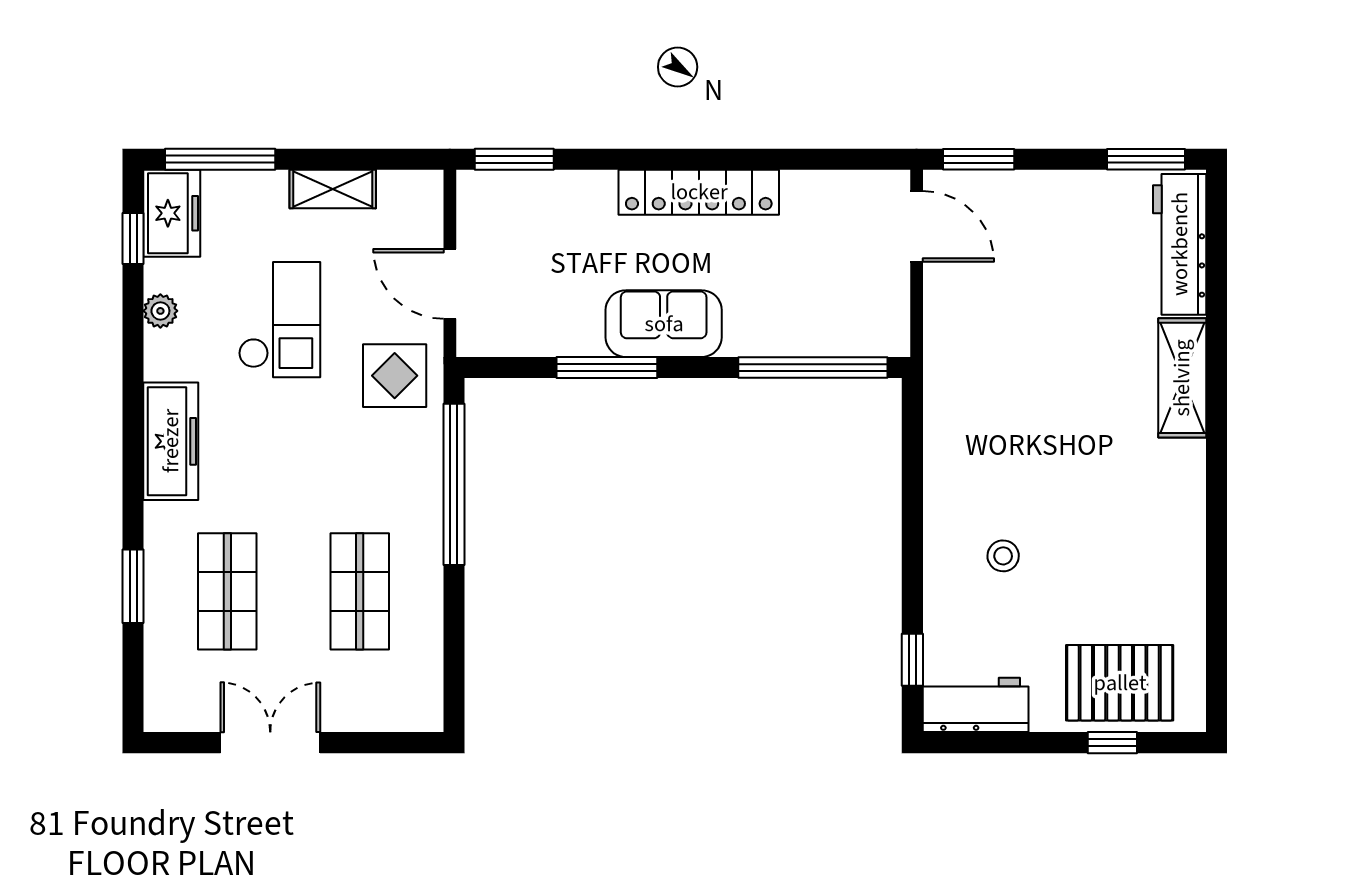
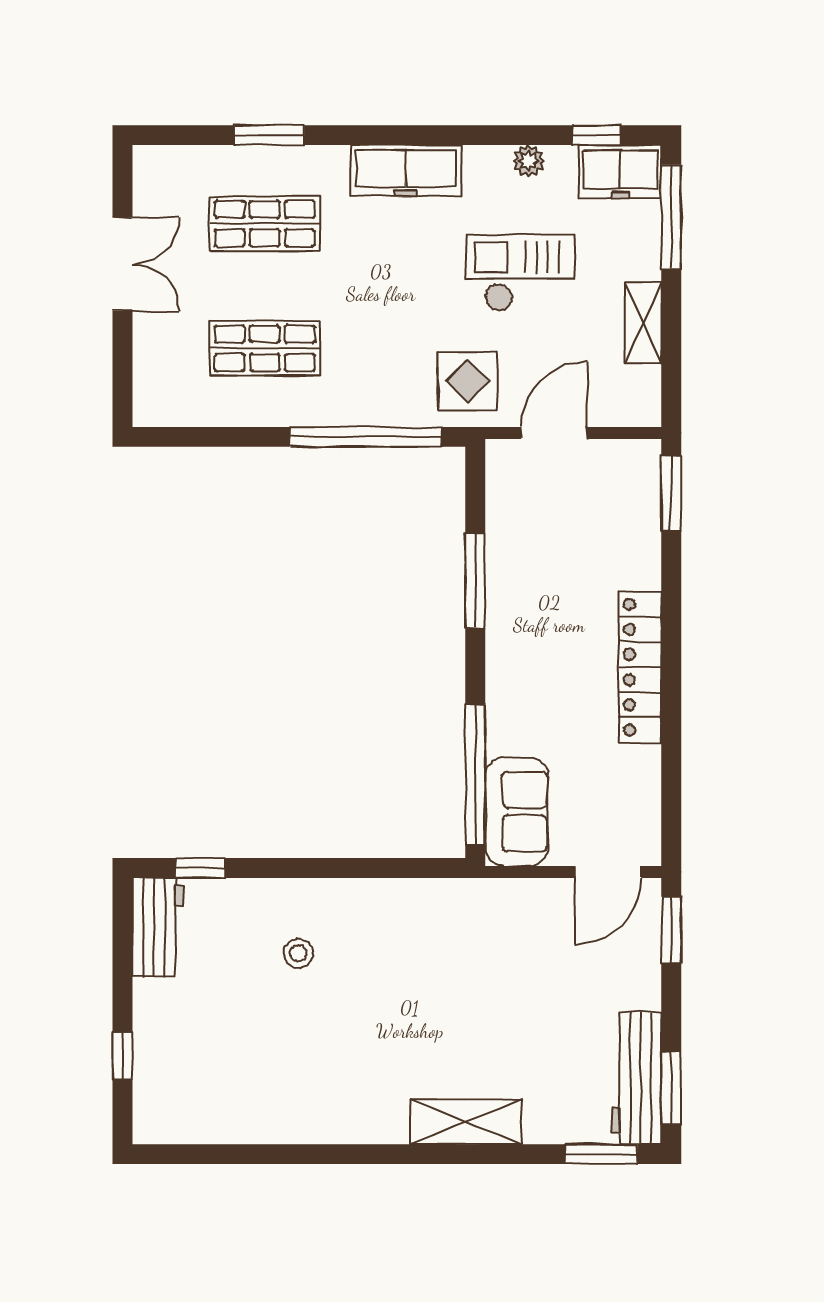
window: (1217, 234) -> (601, 1154), added
workbench: (1180, 244) -> (636, 1078), moved, turned -90
checkout: (280, 320) -> (520, 273), turned 180
sofa: (664, 324) -> (517, 811), moved
pallet: (1120, 683) -> (179, 1063), removed

